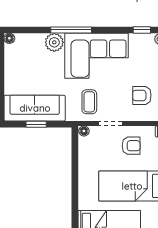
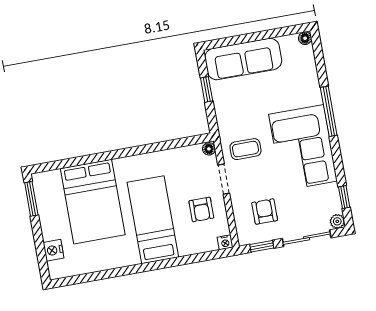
plant: (54, 42) -> (310, 94), removed
sofa: (35, 108) -> (243, 59), moved, turned 90

